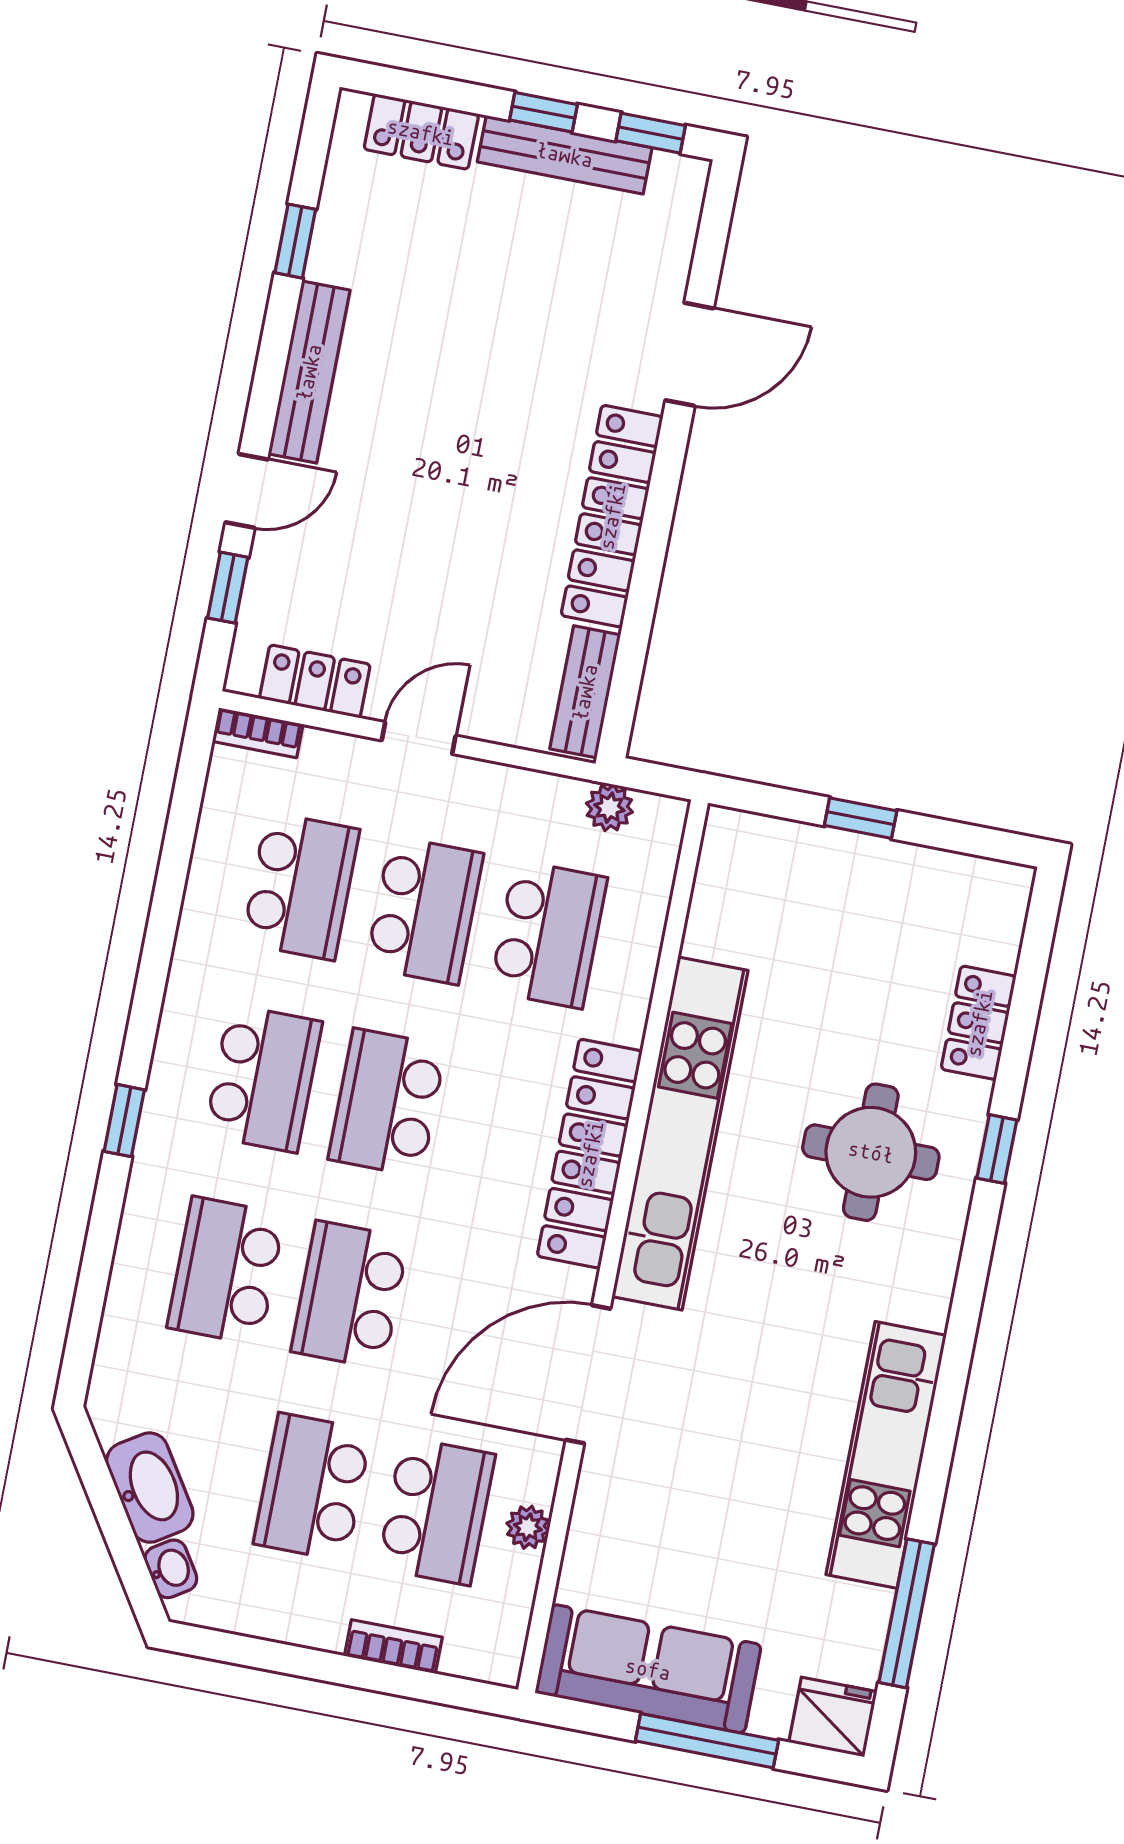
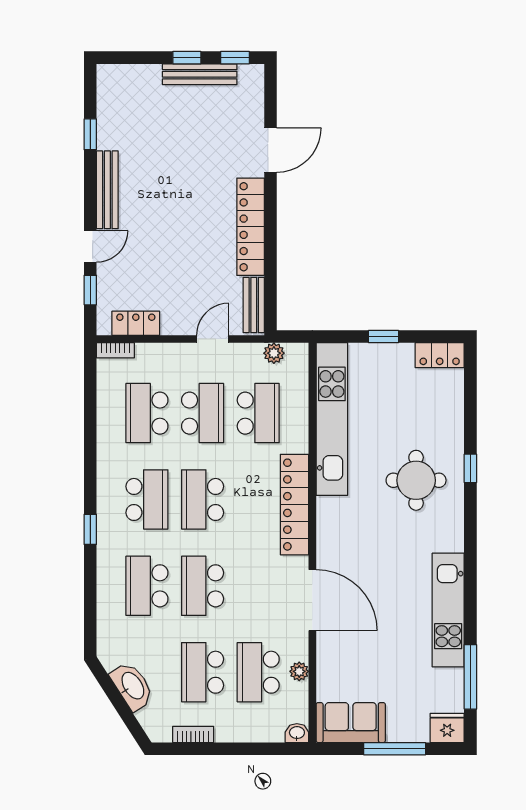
locker: (421, 132) -> (136, 76), removed
door: (419, 738) -> (213, 339), moved
school desk: (301, 886) -> (147, 413), turned 180
locker: (979, 1023) -> (440, 355), moved, turned -90
kitchen unit: (680, 1133) -> (332, 419), moved
door: (588, 1374) -> (312, 600), swing flipped
school desk: (436, 1511) -> (258, 672), turned 180
washbasin: (171, 1569) -> (297, 733), moved, turned -57
bookcase: (393, 1647) -> (193, 734), moved
sofa: (648, 1669) -> (351, 723), width x0.73

